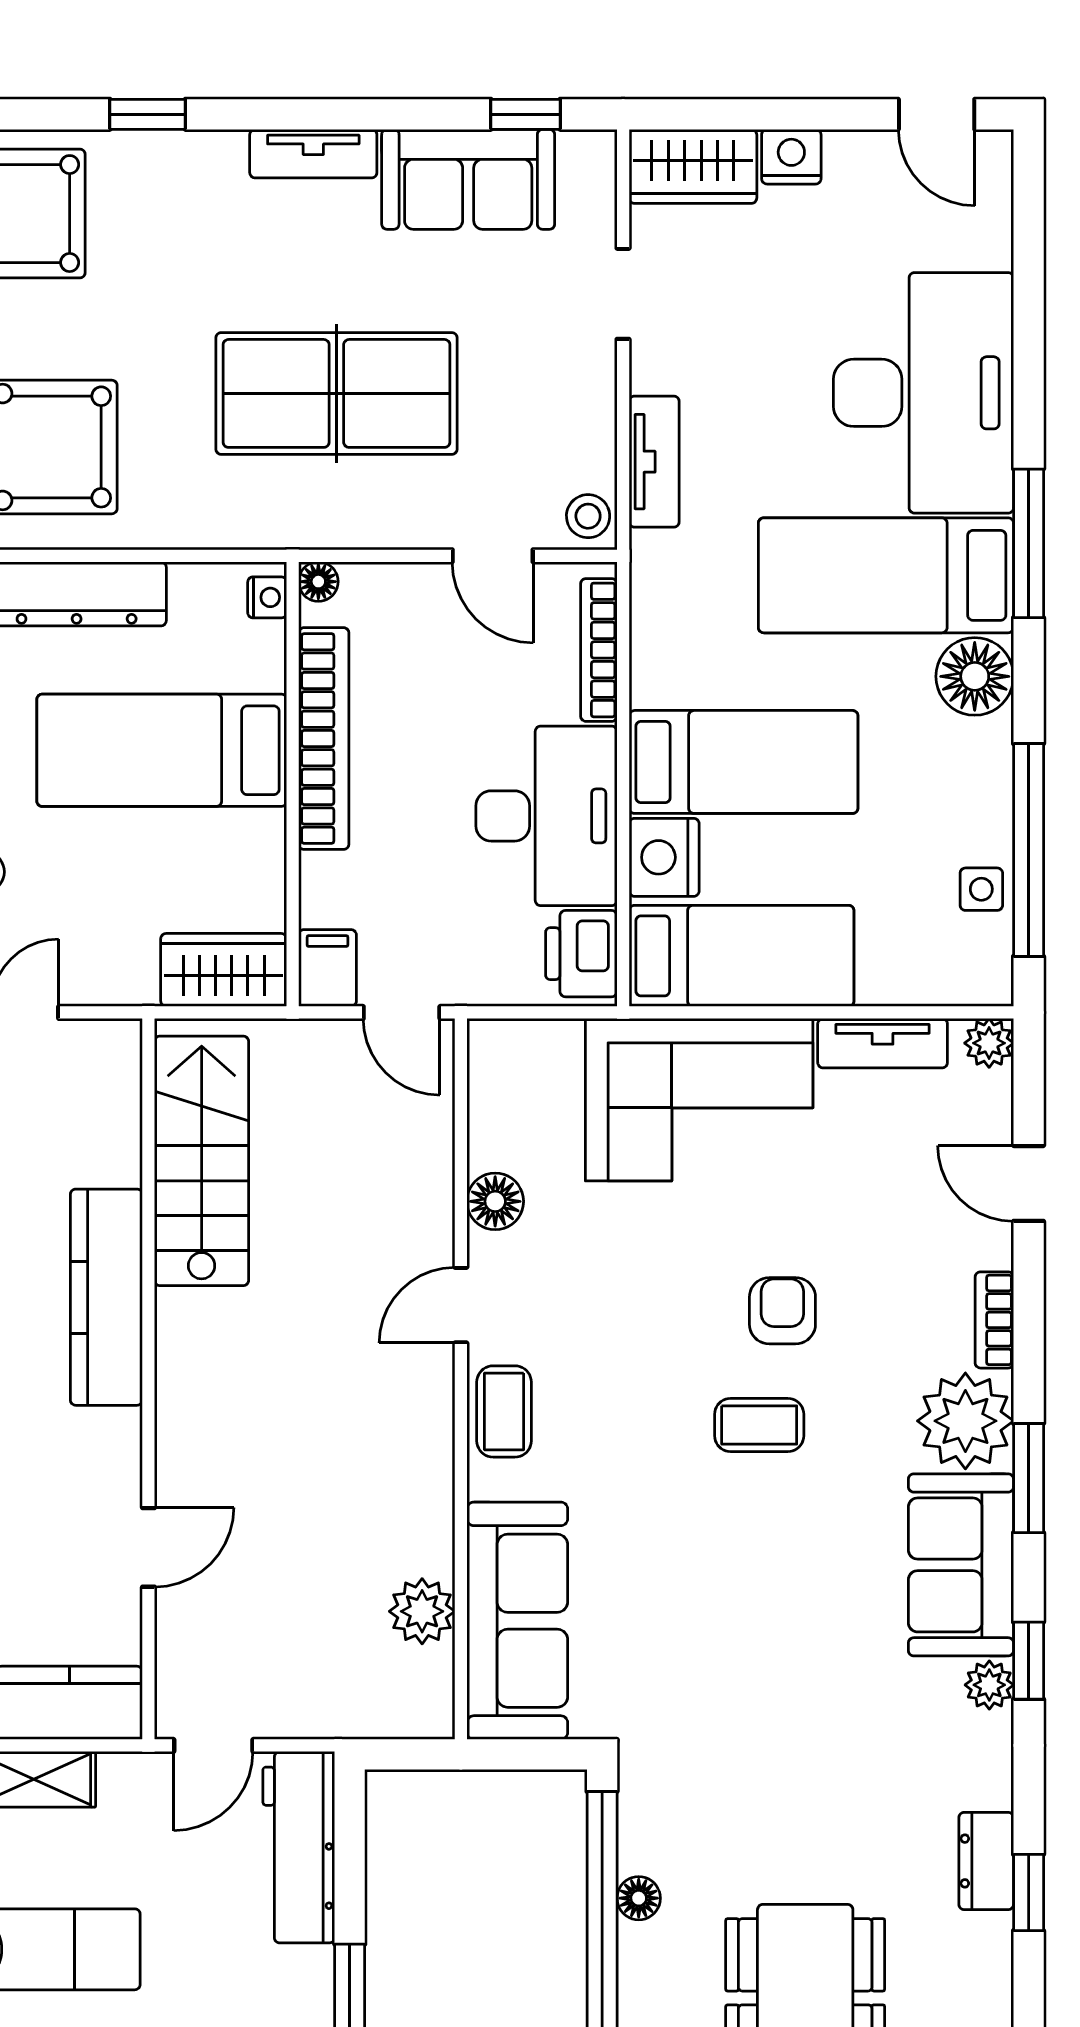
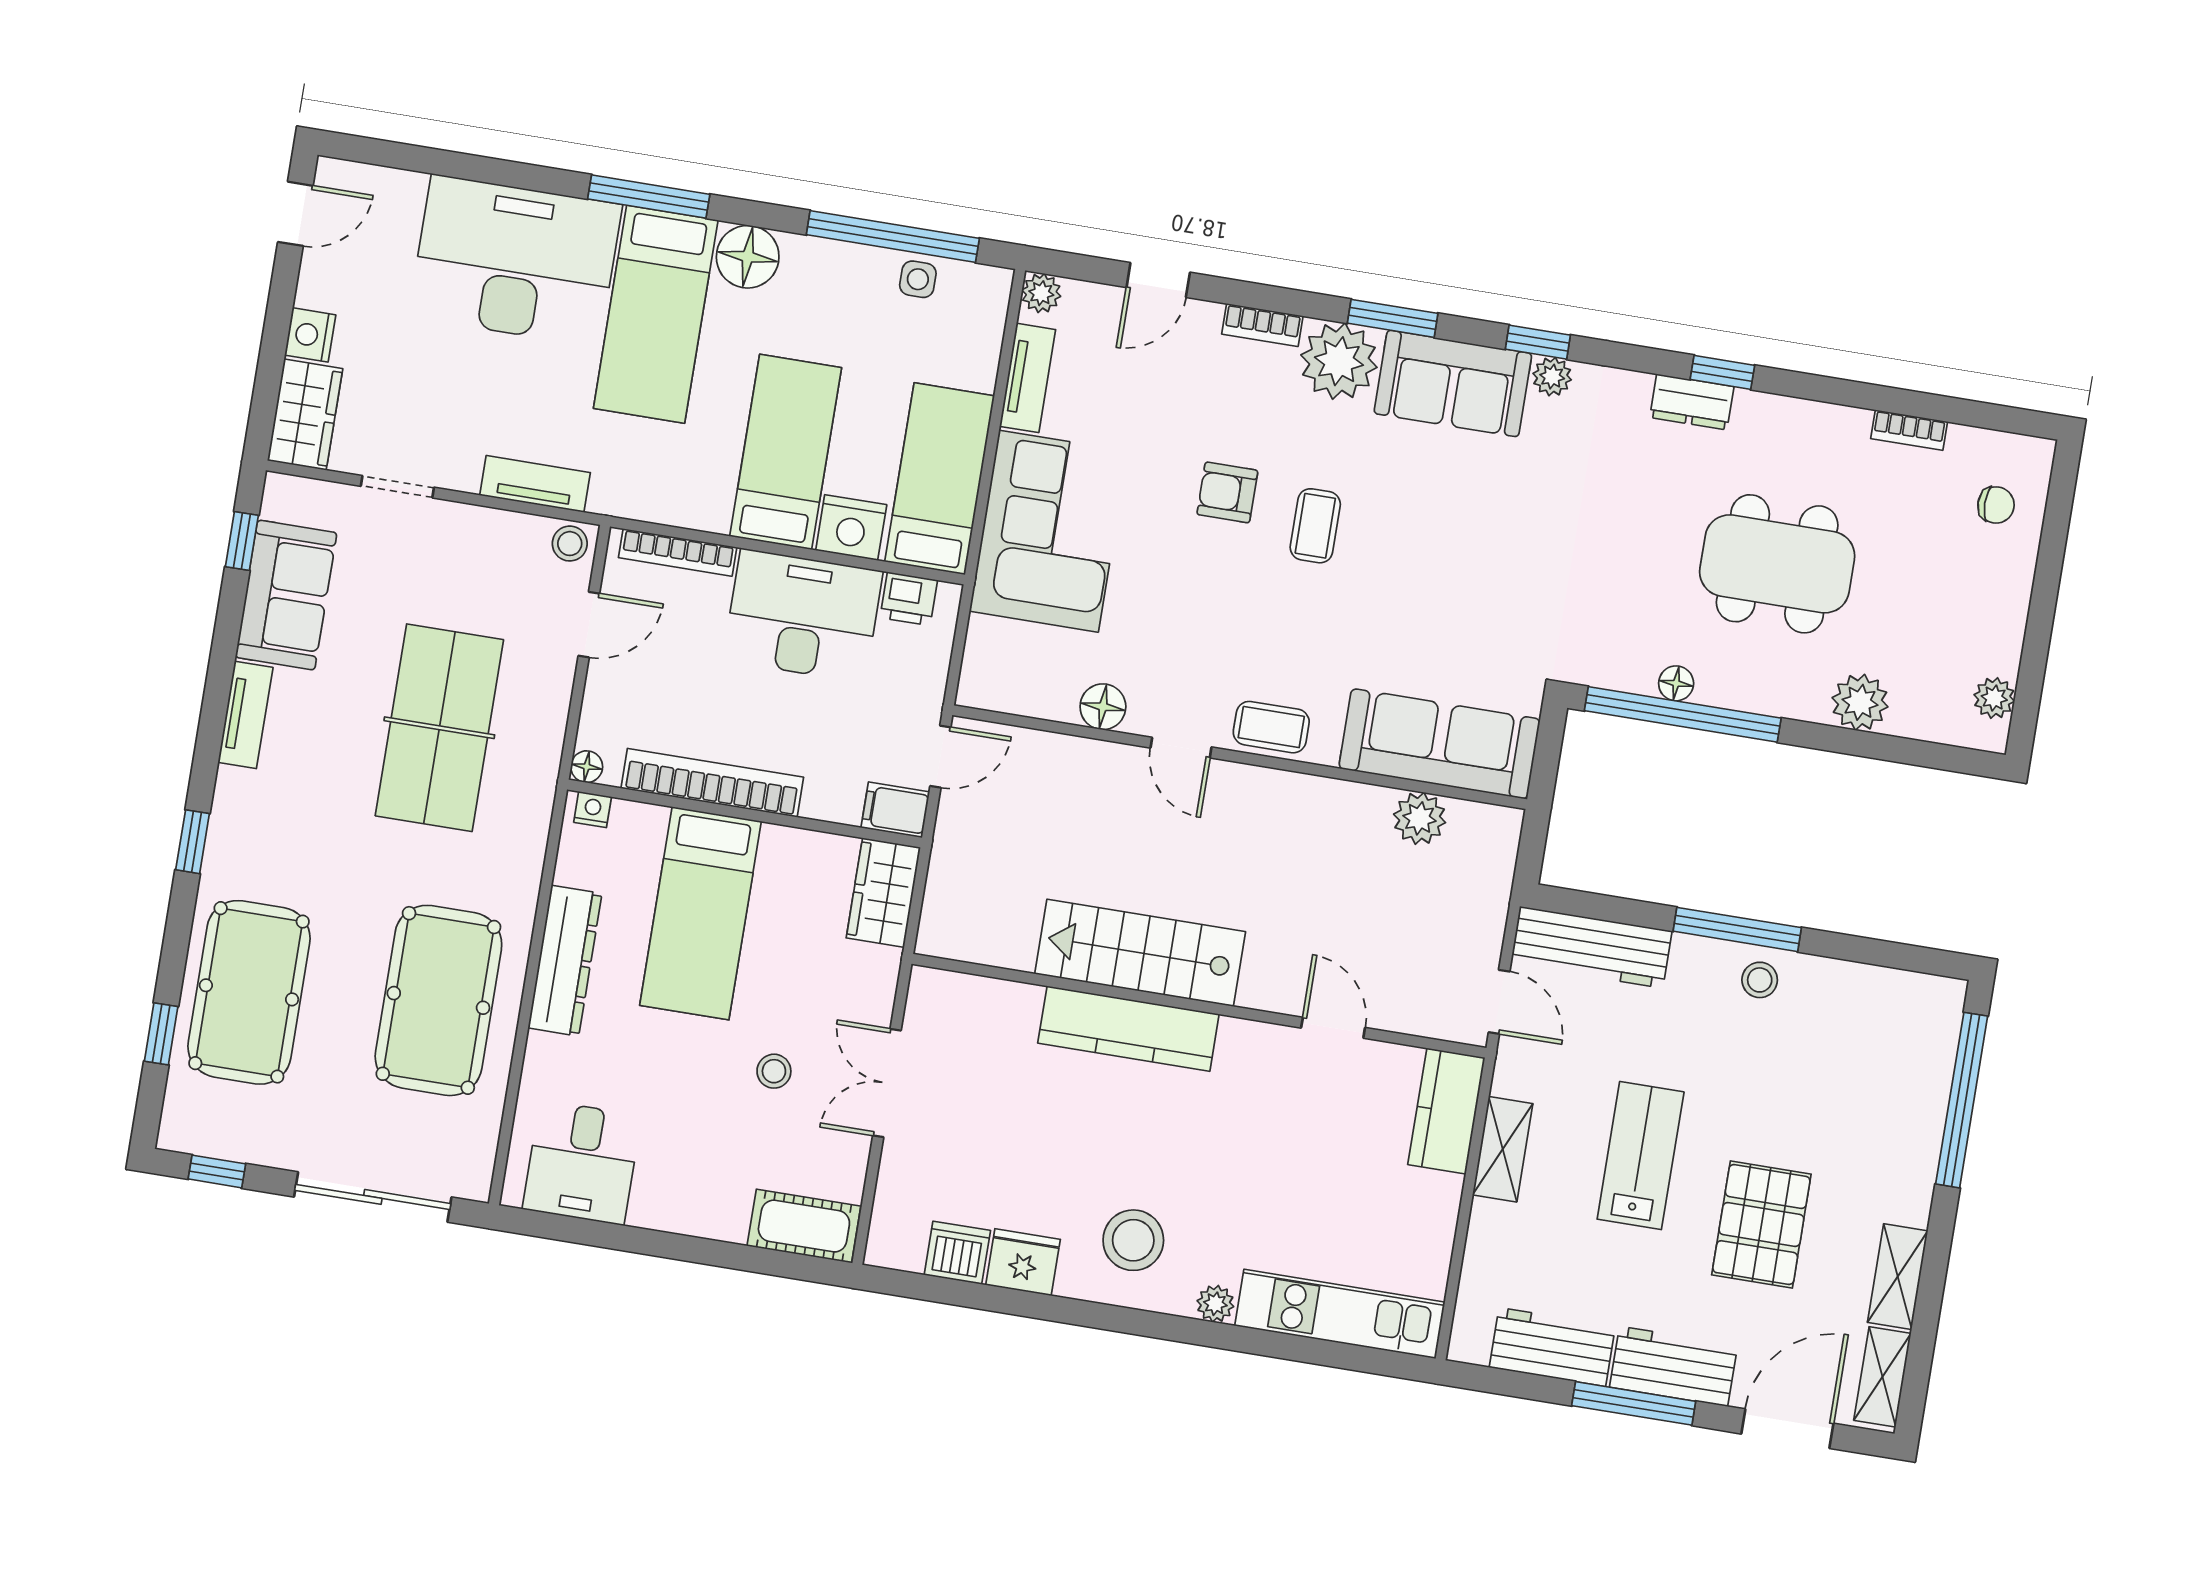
printer: (581, 954) -> (909, 599), width x0.73, depth x0.81
stairs: (202, 1161) -> (1140, 953), moved

